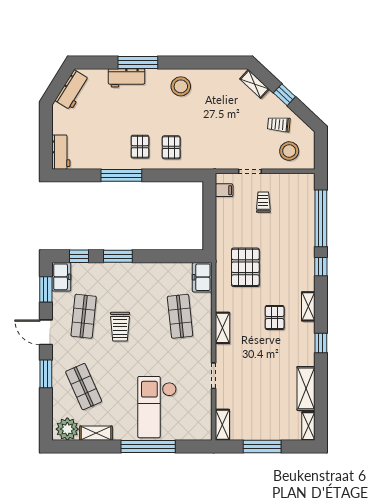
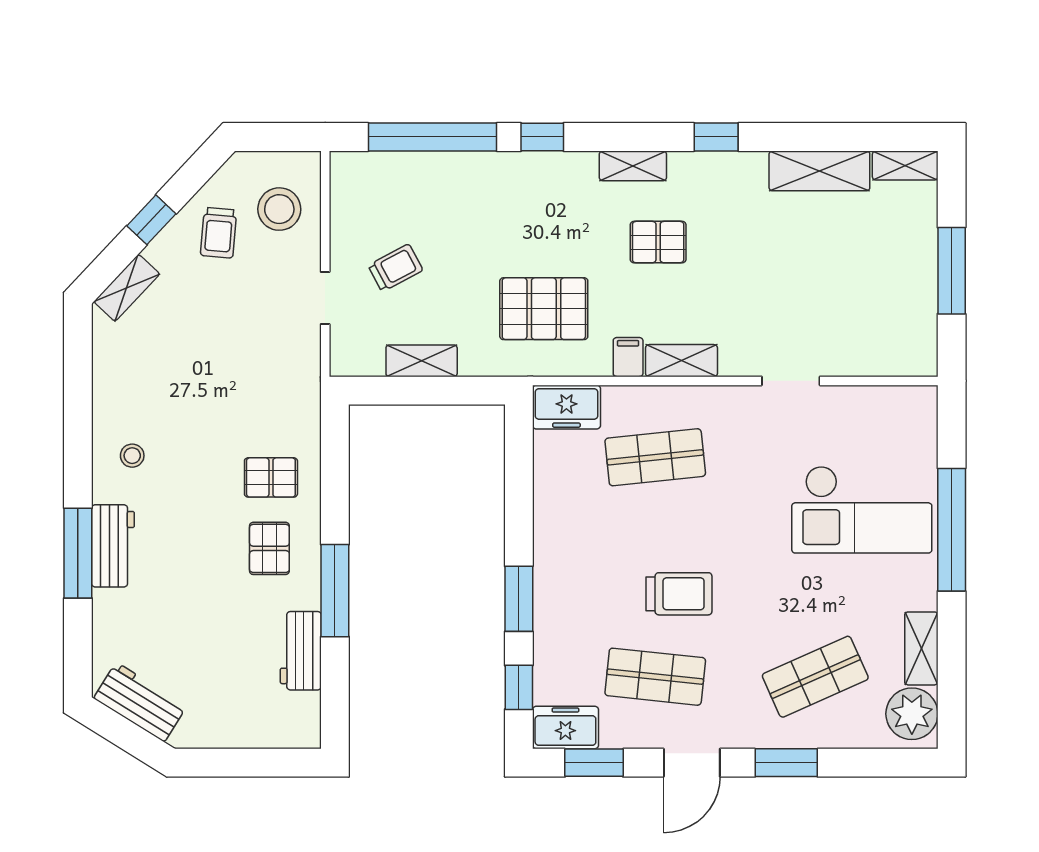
workbench: (126, 78) -> (113, 546), moved
stool: (181, 86) -> (132, 456), width x0.53, depth x0.53
pallet: (140, 147) -> (269, 548), turned 90
workbench: (61, 152) -> (301, 651), moved, turned -90
filing cabinet: (224, 190) -> (628, 357), moved
trolley: (263, 202) -> (395, 268), turned 152
shelving: (222, 425) -> (422, 361), moved

